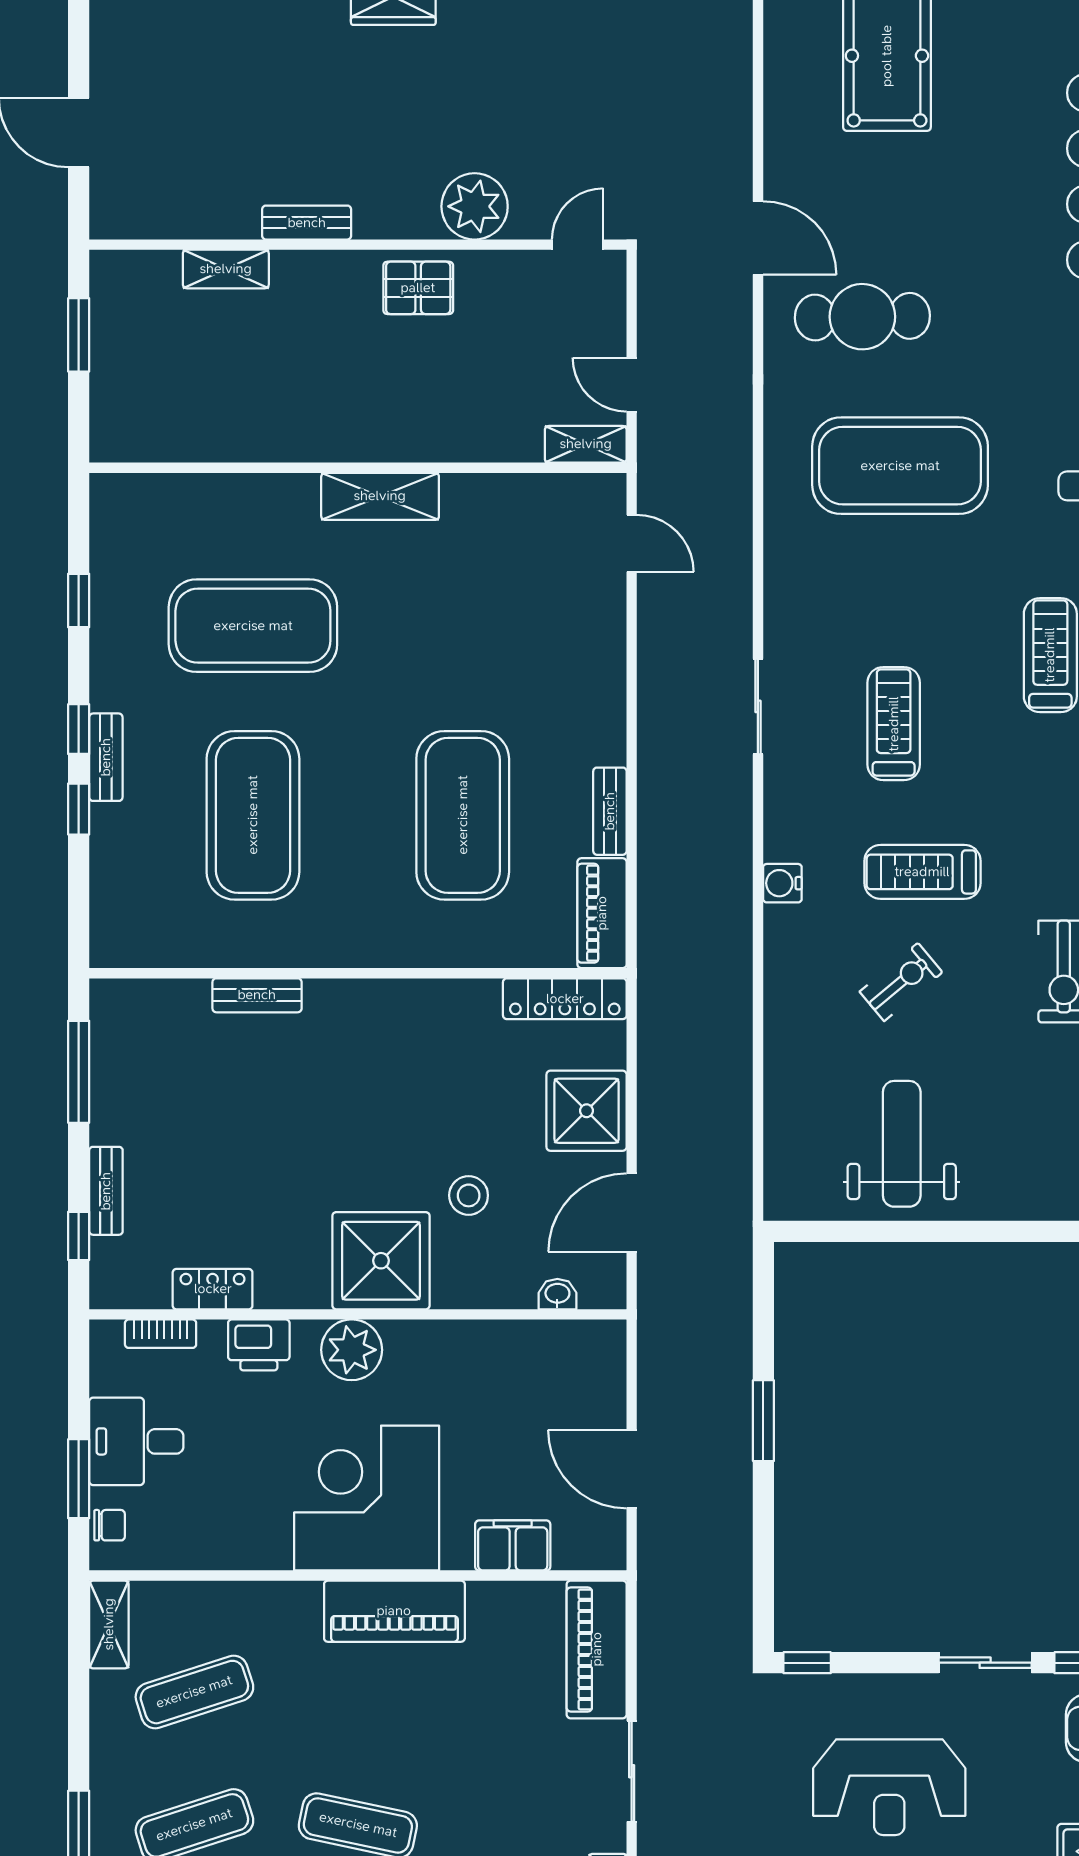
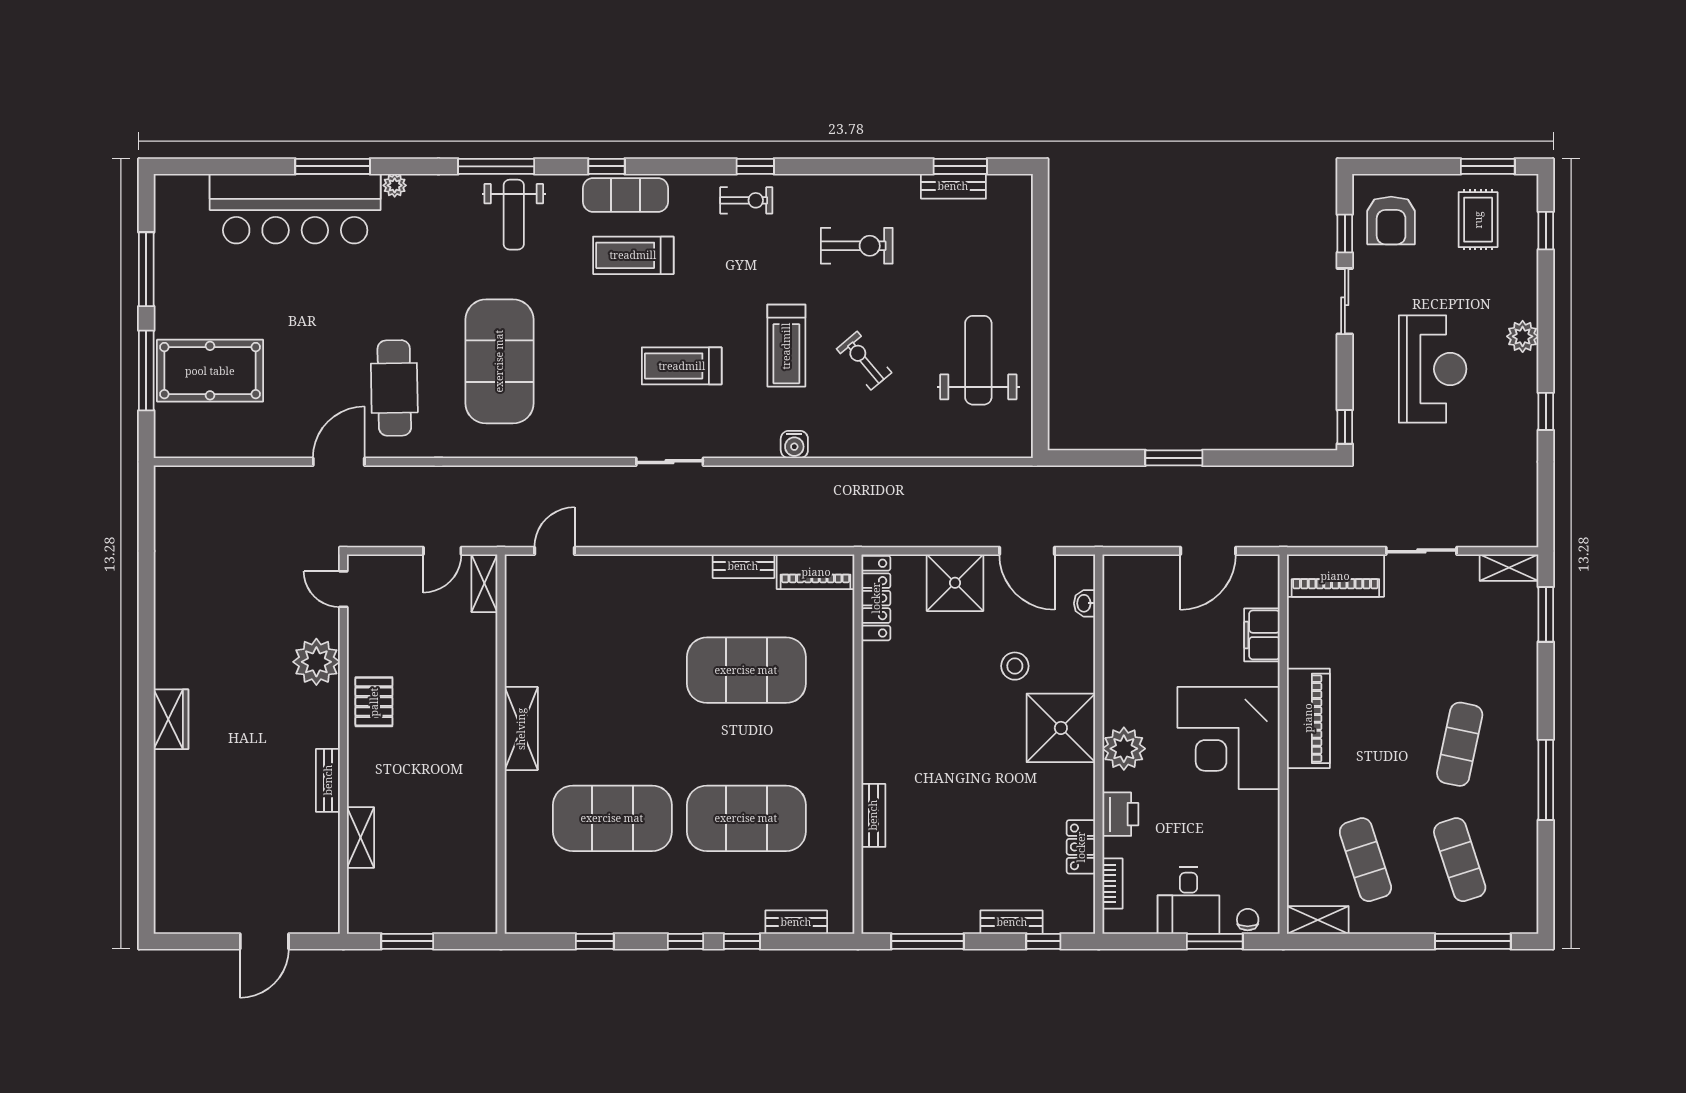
exercise mat: (253, 626) -> (612, 818), turned 90
bench: (106, 757) -> (796, 922), moved
weight bench: (902, 1144) -> (978, 360), turned 90

